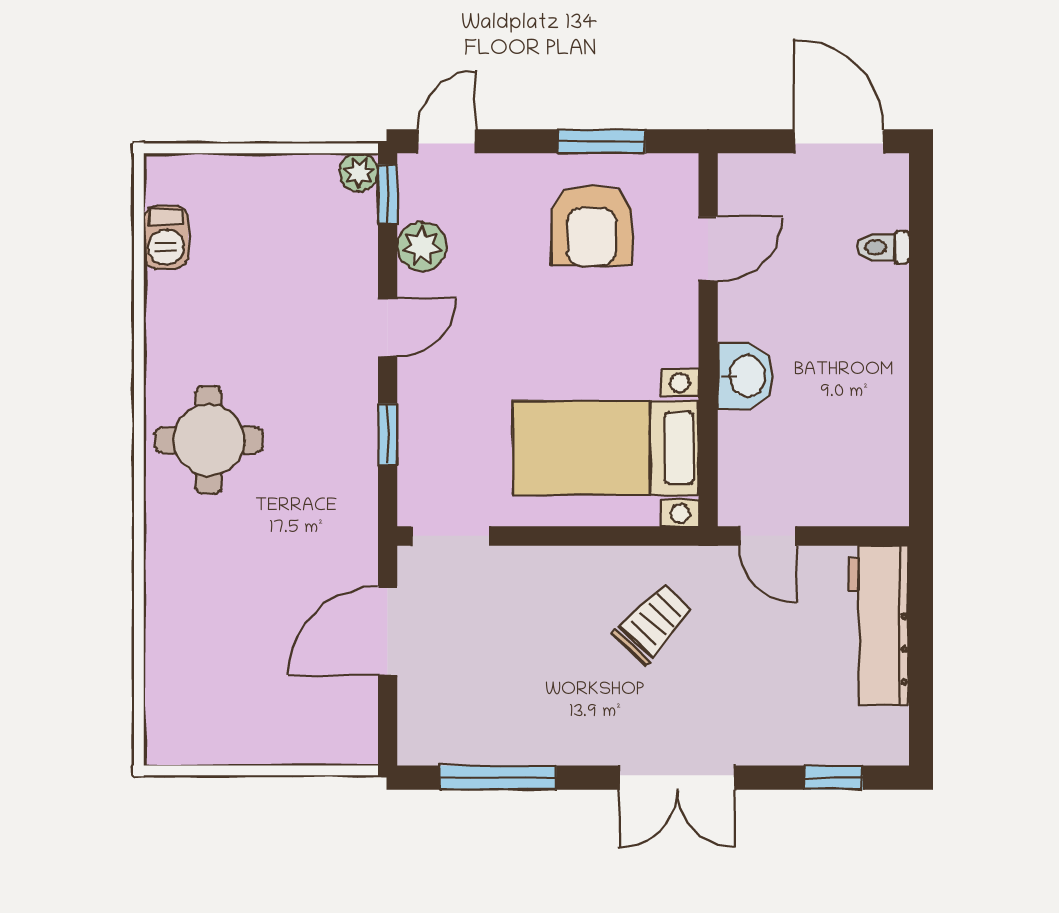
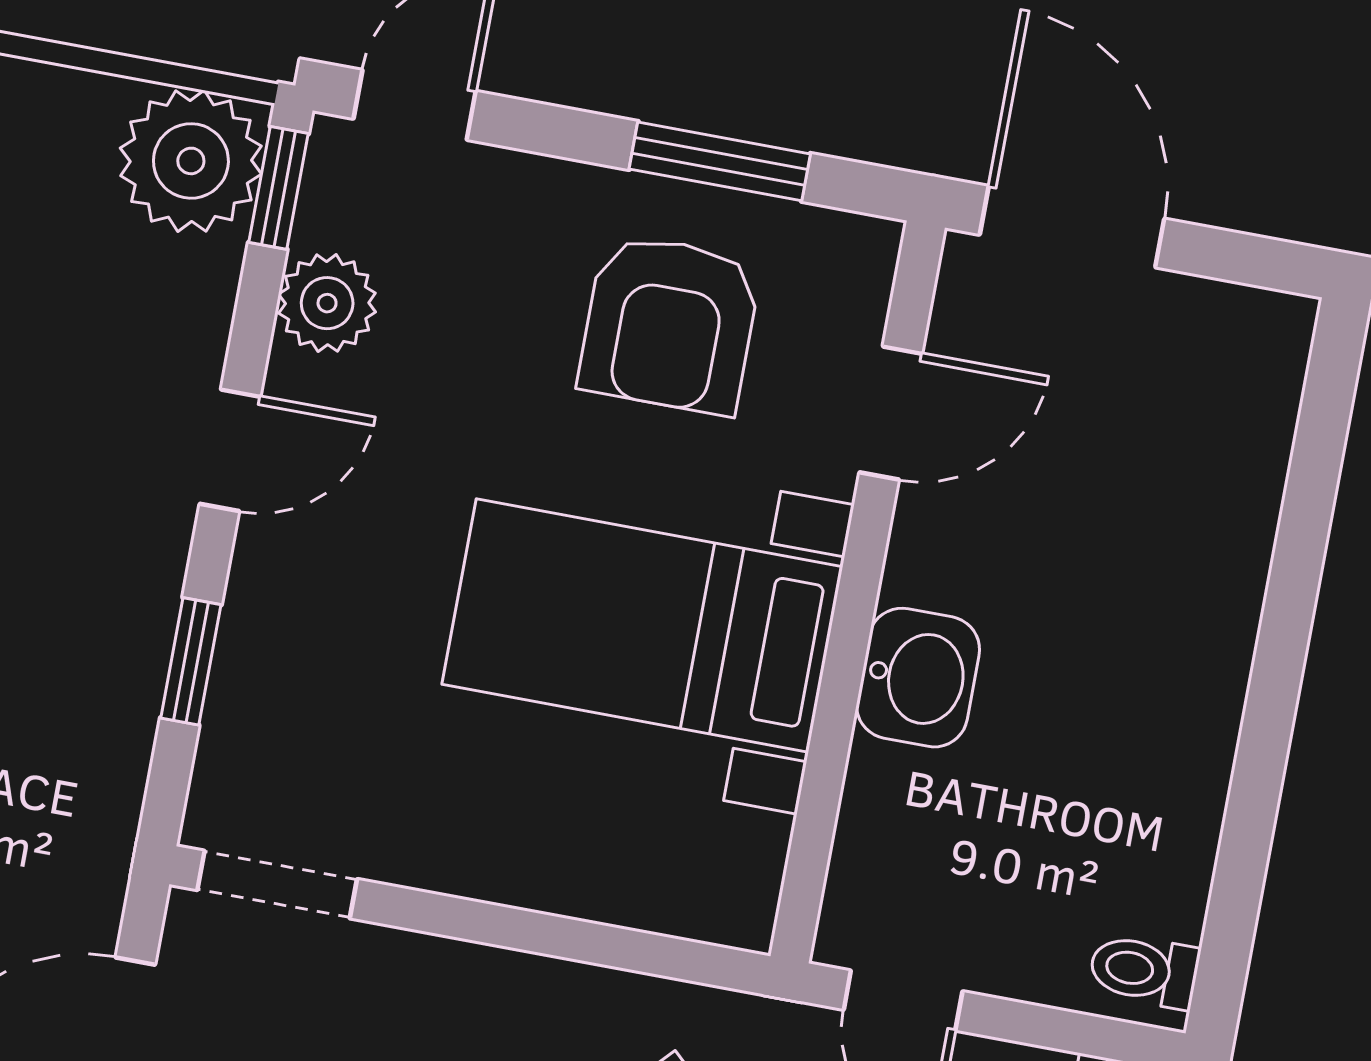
door: (839, 141) -> (1072, 227), moved
plant: (359, 172) -> (191, 161), width x1.88, depth x1.88
toilet: (883, 247) -> (1144, 971), moved
bed with nightstands: (606, 448) -> (642, 625), moved

